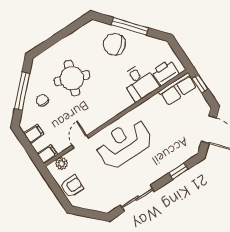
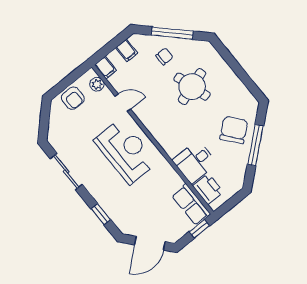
round table: (72, 78) -> (192, 87), turned -38

